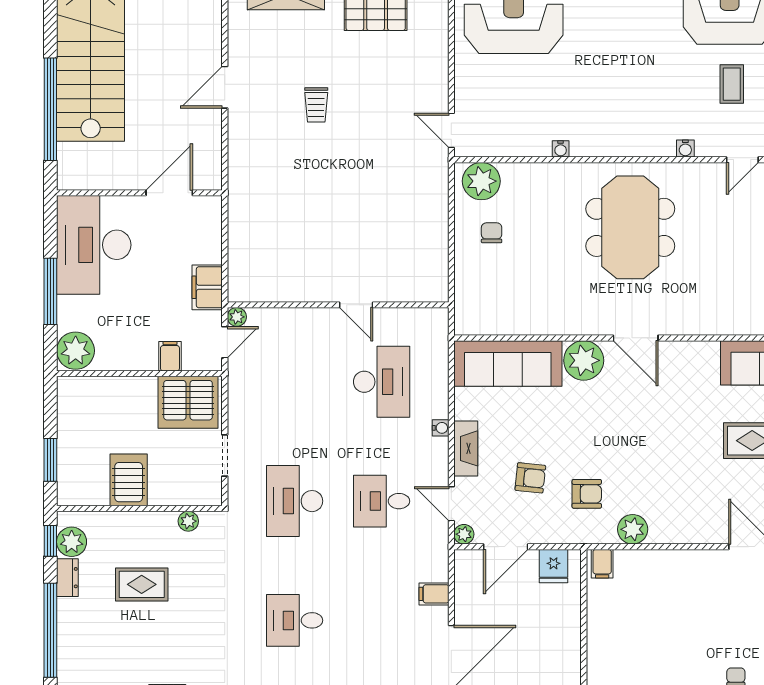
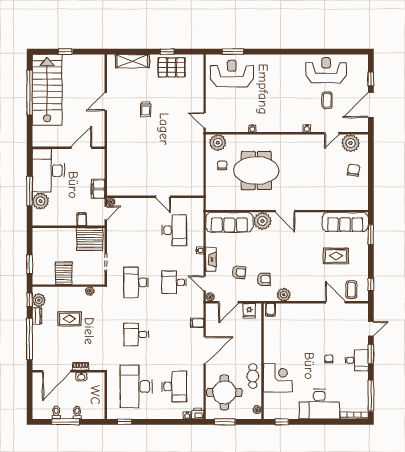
window: (50, 109) -> (30, 93), moved
meeting table: (630, 227) -> (256, 170), moved, turned 90
plant: (76, 351) -> (41, 201), moved

